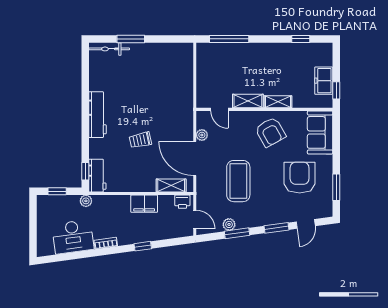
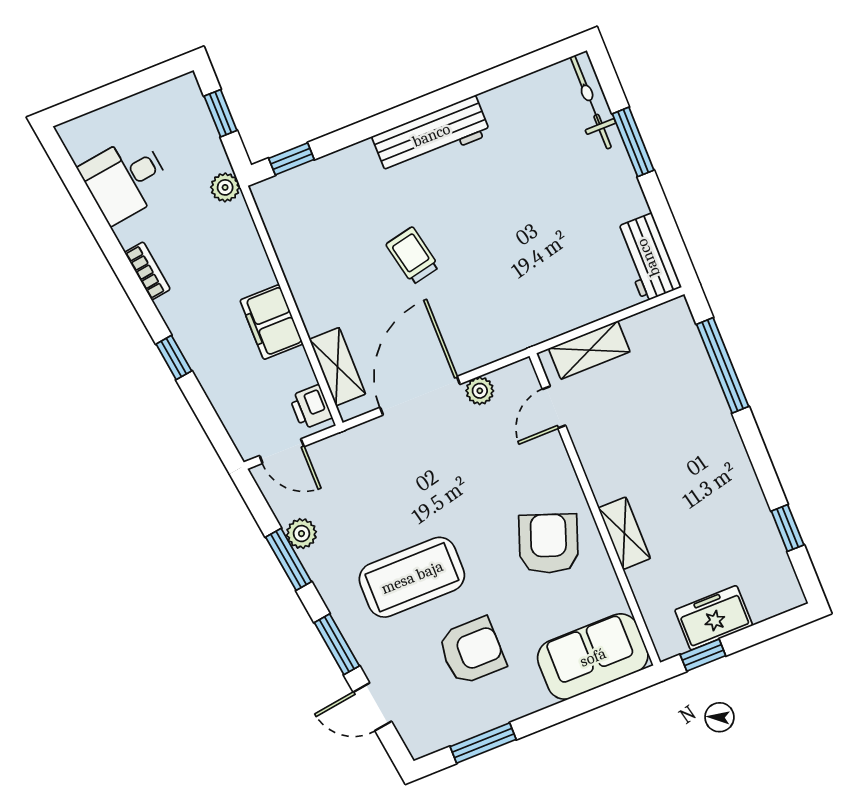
shelving: (248, 101) -> (589, 350), moved, turned 90
armchair: (270, 132) -> (549, 544), turned 139
workbench: (97, 176) -> (648, 258), moved, turned 90
armchair: (300, 178) -> (472, 651), width x0.73, depth x0.73
coffee table: (238, 181) -> (412, 577), moved
door: (195, 219) -> (282, 451), hinge flipped
desk: (73, 237) -> (125, 179), width x0.73

